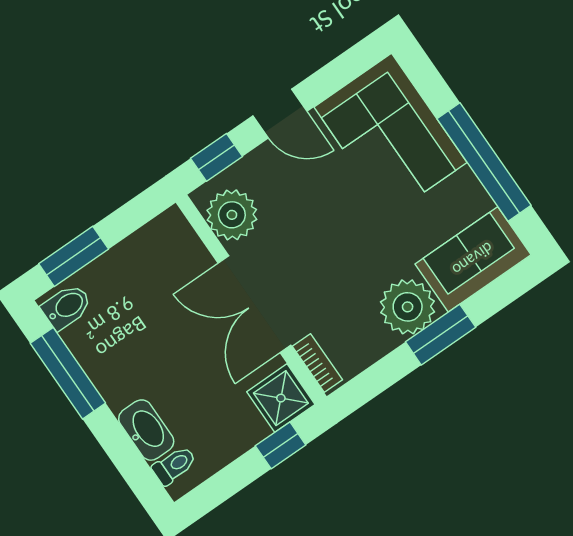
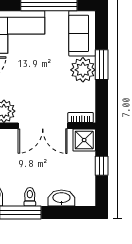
window: (281, 445) -> (102, 166), moved
toilet: (174, 465) -> (30, 197), moved

